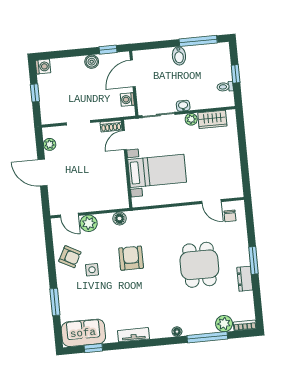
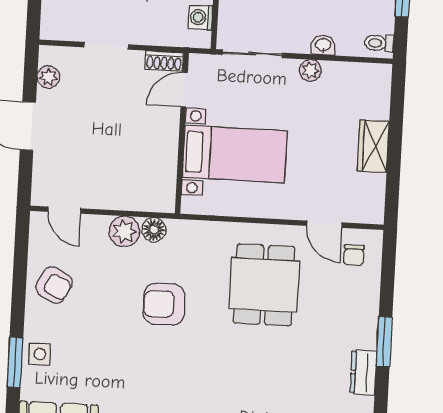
toilet: (225, 87) -> (379, 43), moved
washbasin: (183, 106) -> (323, 45), moved
wardrobe: (212, 119) -> (373, 146), moved, turned 90
plant: (89, 223) -> (124, 231), moved
armchair: (131, 258) -> (164, 304), turned -90
dining table: (199, 265) -> (264, 285), moved
side table: (92, 270) -> (40, 354), moved

